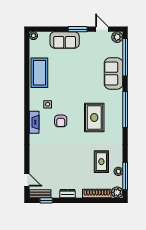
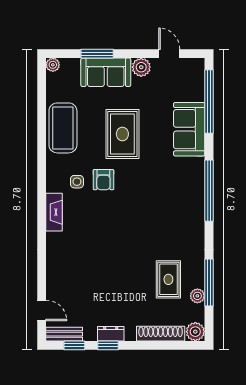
window: (78, 29) -> (97, 54), moved
plant: (117, 37) -> (141, 67), moved
rug: (94, 117) -> (122, 134), moved
armchair: (61, 121) -> (103, 180), moved
window: (125, 176) -> (209, 283), moved
window: (66, 200) -> (108, 345), added

